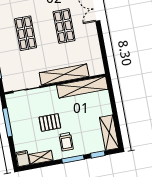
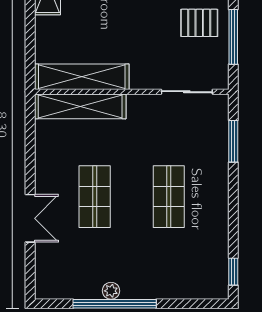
shelving: (64, 75) -> (80, 106), moved
pallet: (50, 122) -> (199, 23), moved

